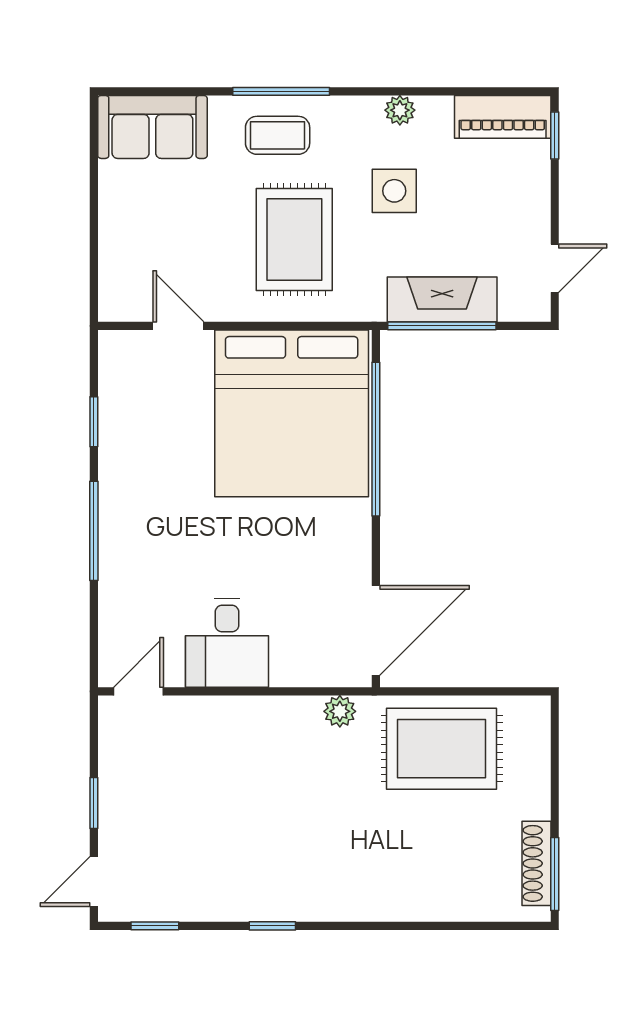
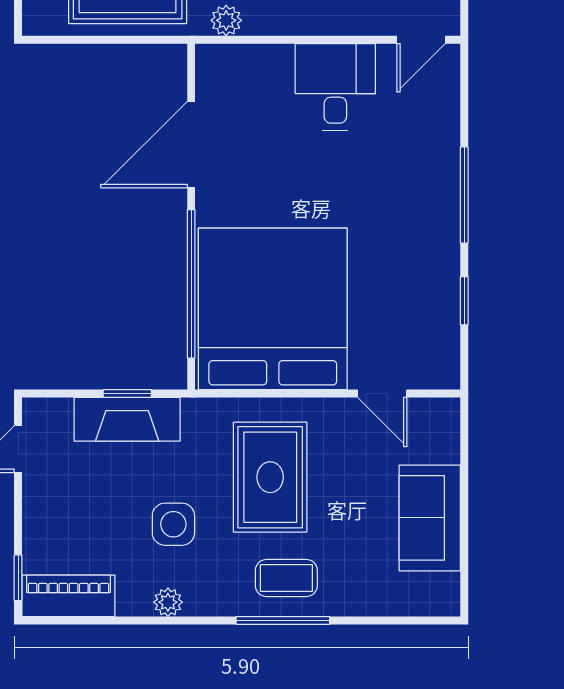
sofa: (152, 127) -> (430, 518), moved, turned -90
window: (442, 326) -> (127, 394), width x0.46
door: (376, 630) -> (191, 145), moved

